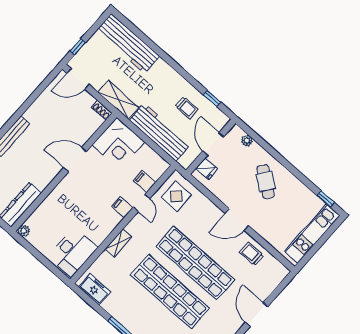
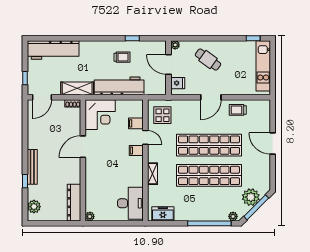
door: (213, 144) -> (168, 65), moved
wall: (211, 147) -> (168, 68), moved
fridge: (207, 169) -> (178, 83), moved

